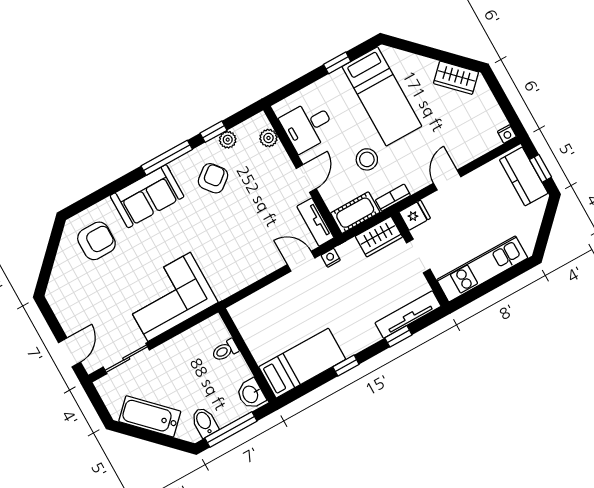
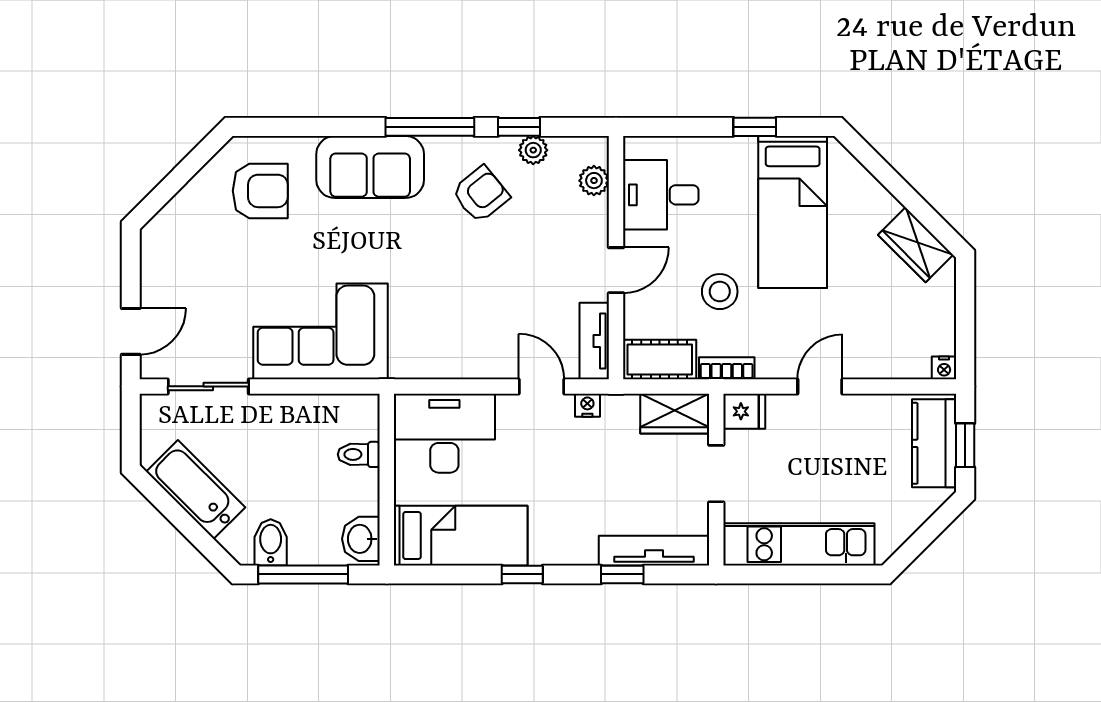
desk: (264, 314) -> (444, 433), added

